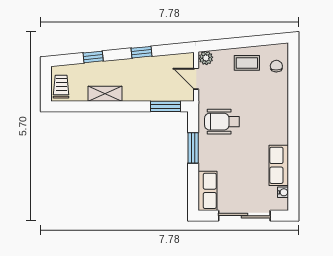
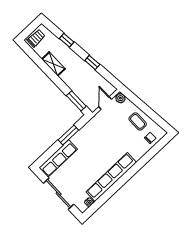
wheelchair: (222, 122) -> (96, 137), removed
row of seats: (279, 165) -> (111, 177), width x2.02
row of seats: (207, 191) -> (58, 158), width x1.48

